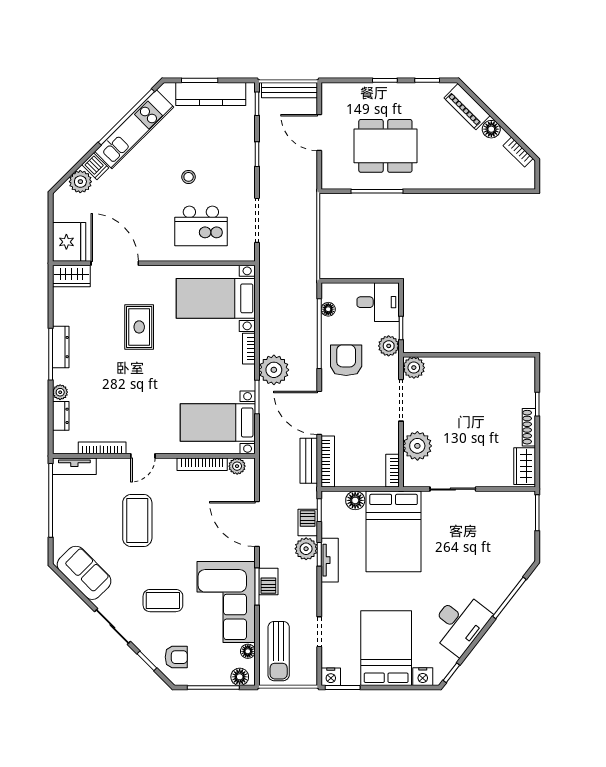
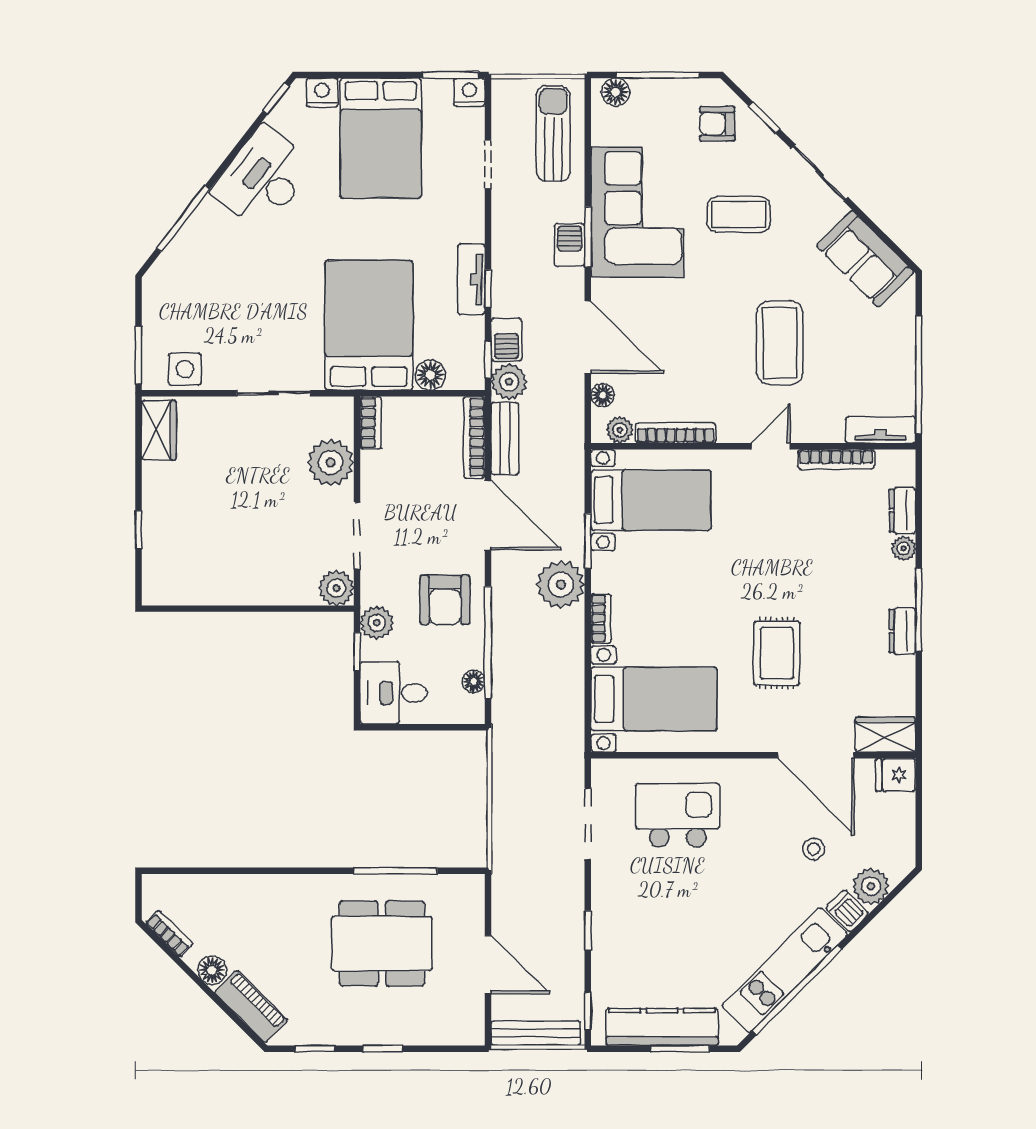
stool: (189, 177) -> (814, 849), moved
fridge: (69, 242) -> (896, 775), width x0.53, depth x0.75
dresser: (61, 347) -> (902, 631), width x0.70
shoe rack: (529, 427) -> (152, 493), removed
side table: (508, 504) -> (185, 369), added
plant: (306, 549) -> (509, 382), moved
floor lamp: (248, 651) -> (603, 395), moved

